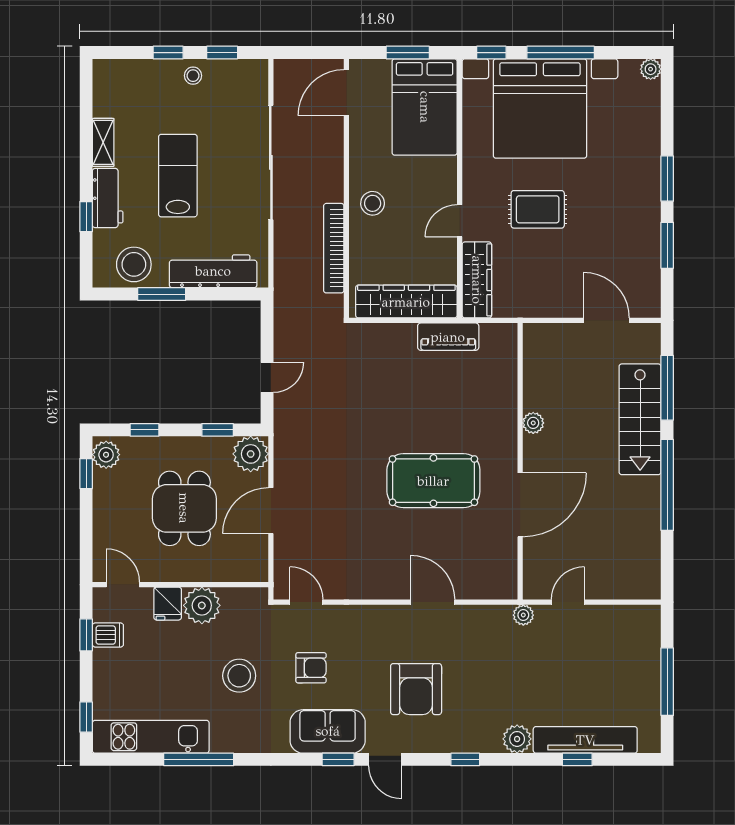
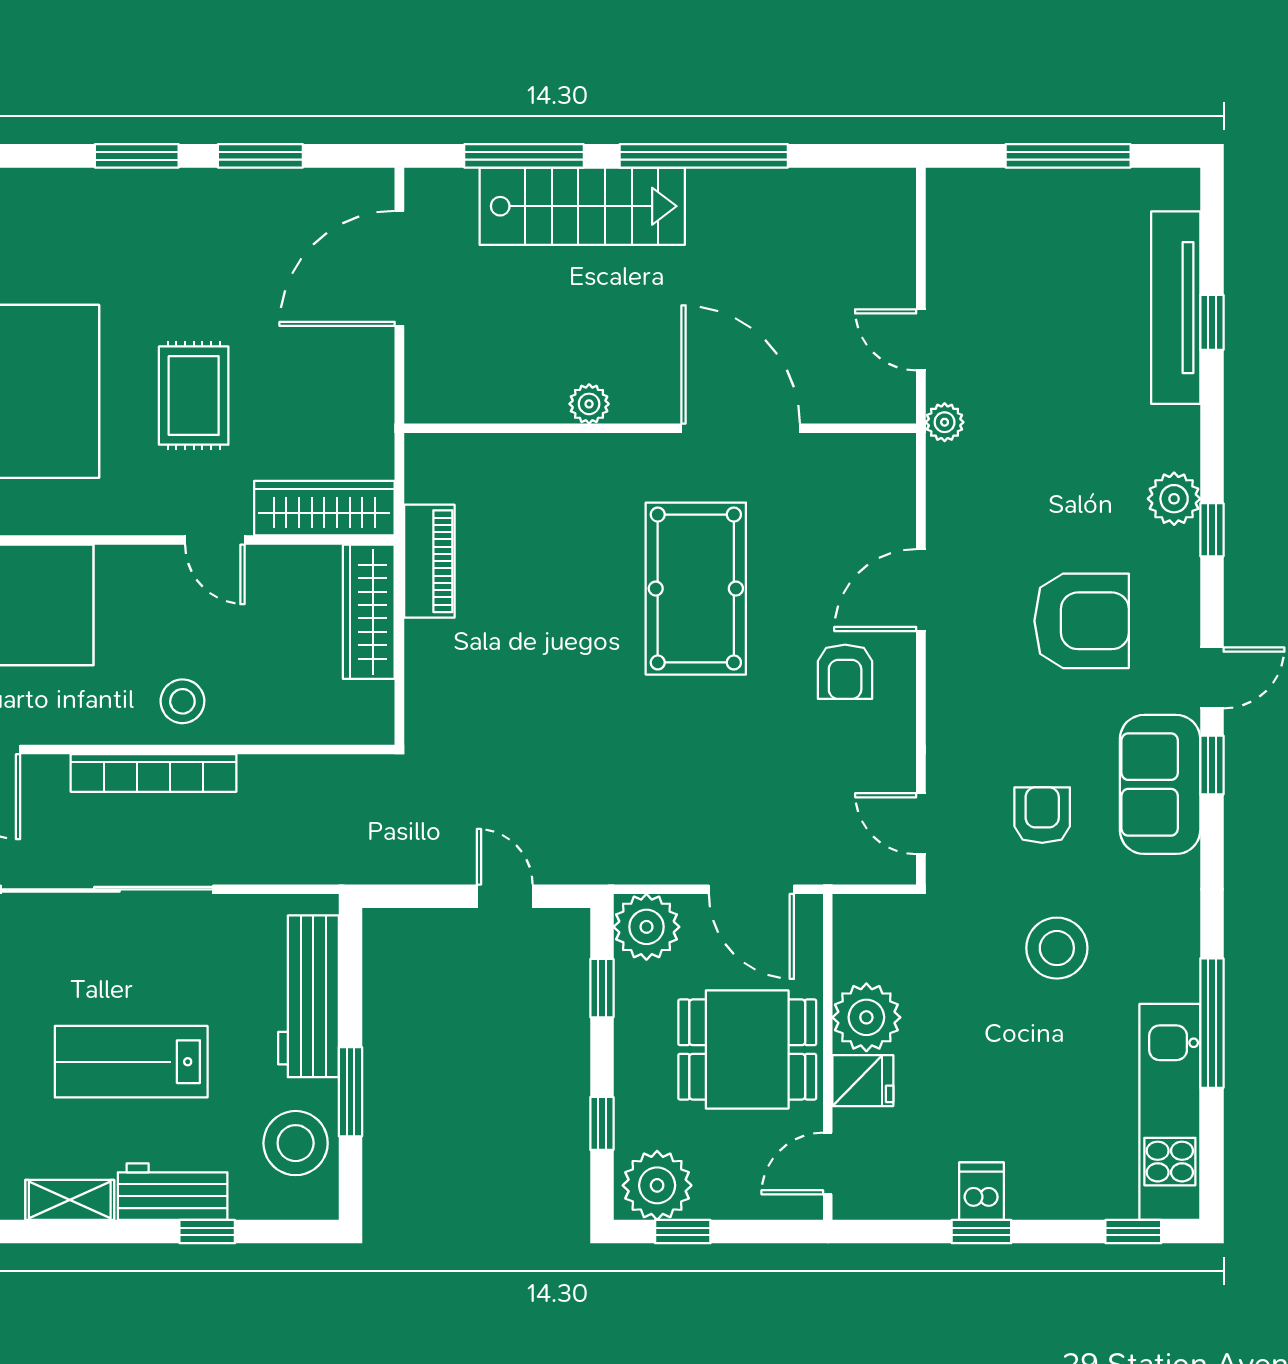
bookcase: (334, 248) -> (153, 773), moved
wardrobe: (406, 302) -> (369, 612), width x0.71, depth x0.85
door: (606, 320) -> (399, 268), width x1.36
plant: (106, 455) -> (657, 1185), width x1.36, depth x1.36
armchair: (388, 561) -> (845, 672), added
door: (123, 585) -> (828, 1164), moved
wall: (180, 585) -> (828, 1057), moved
door: (306, 602) -> (921, 824), hinge flipped
fridge: (168, 604) -> (863, 1081), moved
plant: (202, 605) -> (866, 1017), moved
plant: (517, 739) -> (1174, 499), moved

